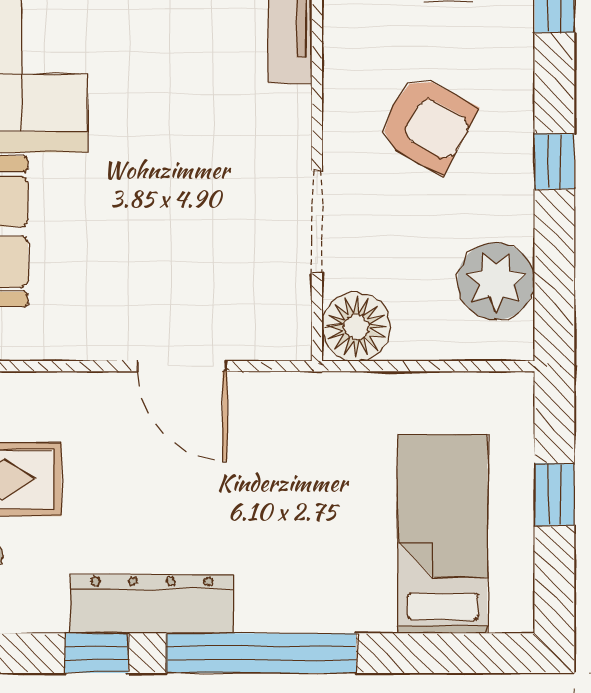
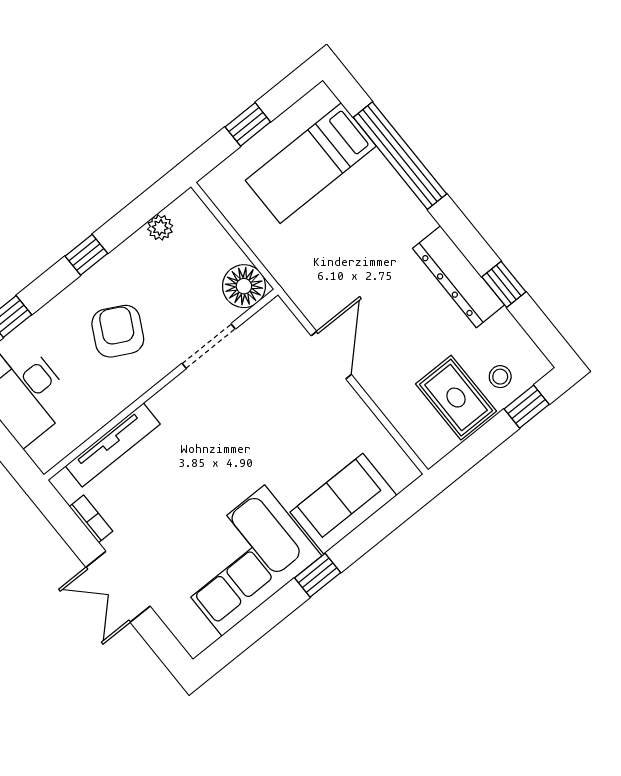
plant: (496, 281) -> (160, 227), width x0.53, depth x0.53
window: (261, 653) -> (400, 156), moved

